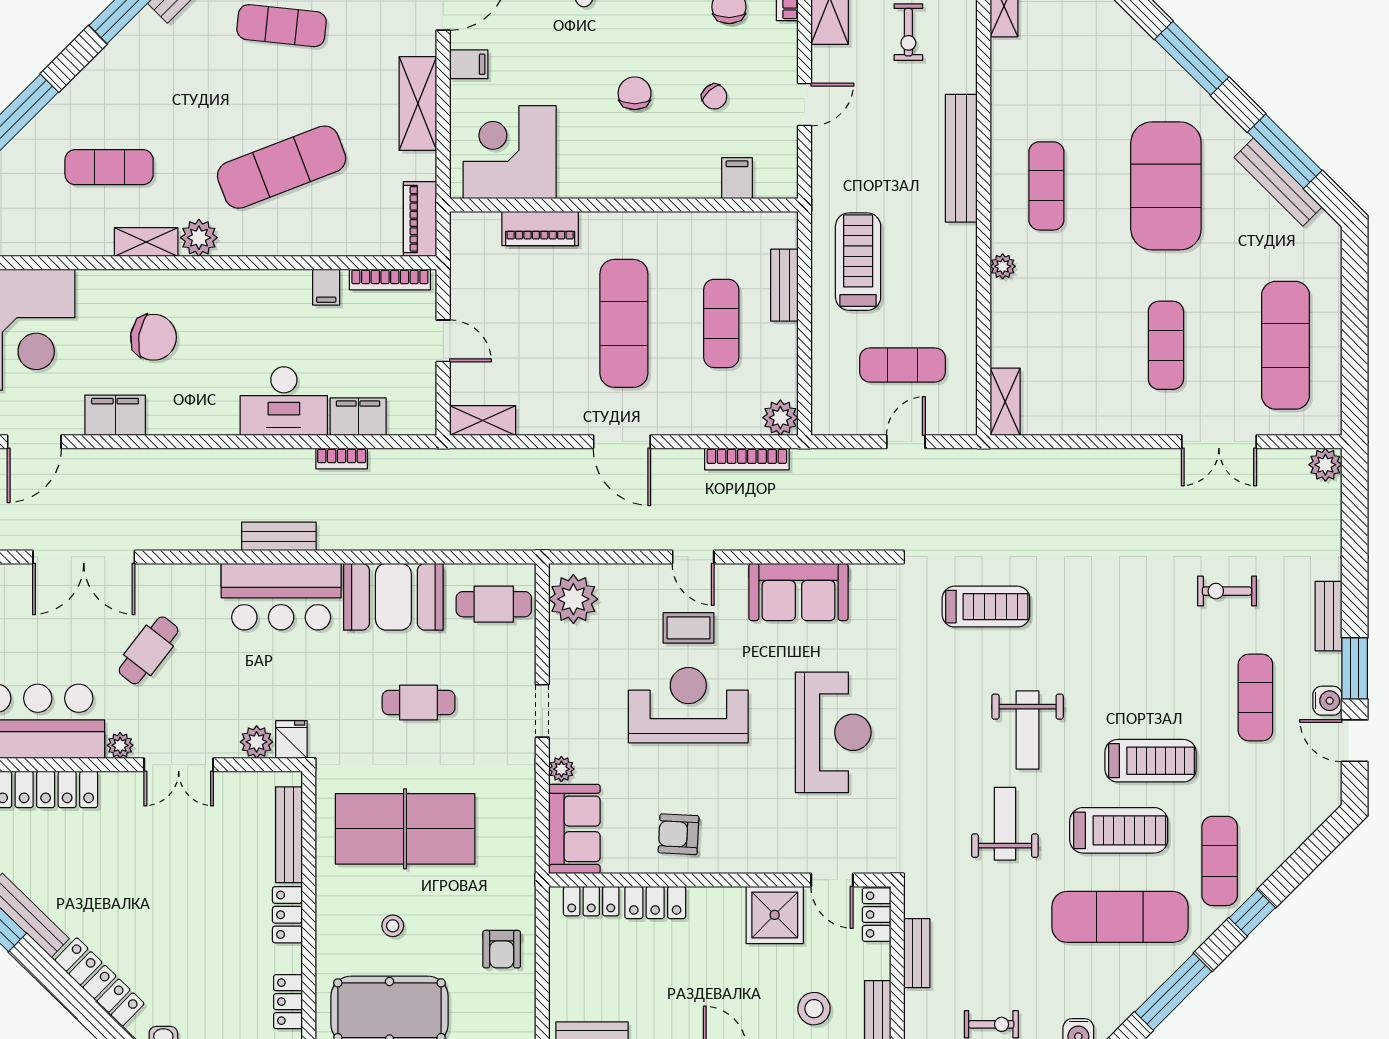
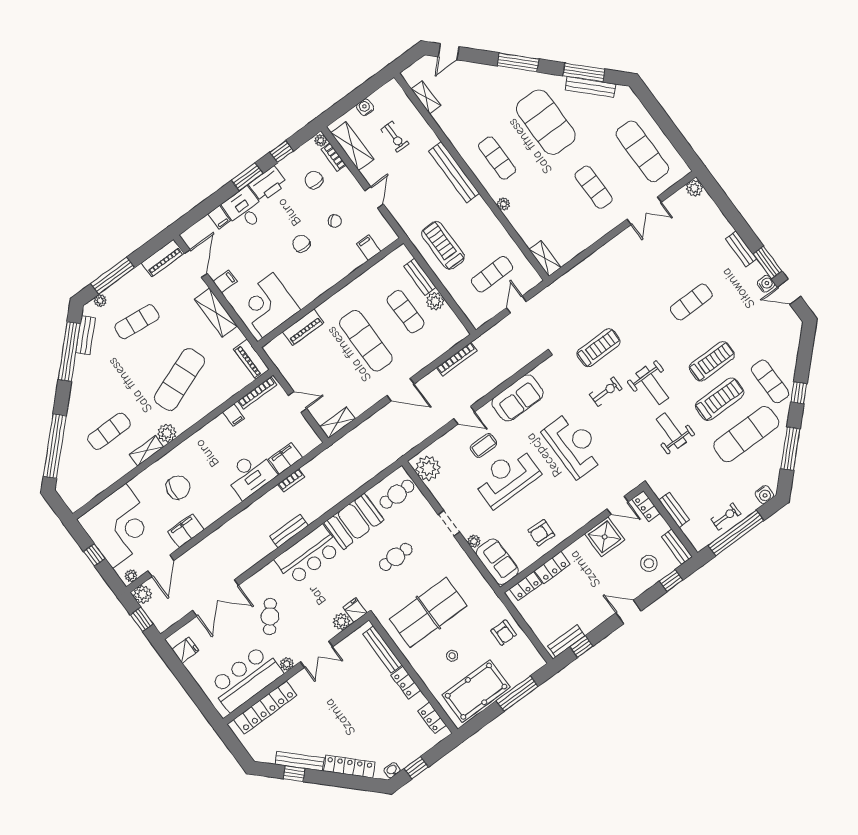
plant: (780, 418) -> (435, 301), moved
exercise bike: (1227, 591) -> (606, 392), moved, turned 180
exercise mat: (1255, 698) -> (691, 302), moved, turned 90

